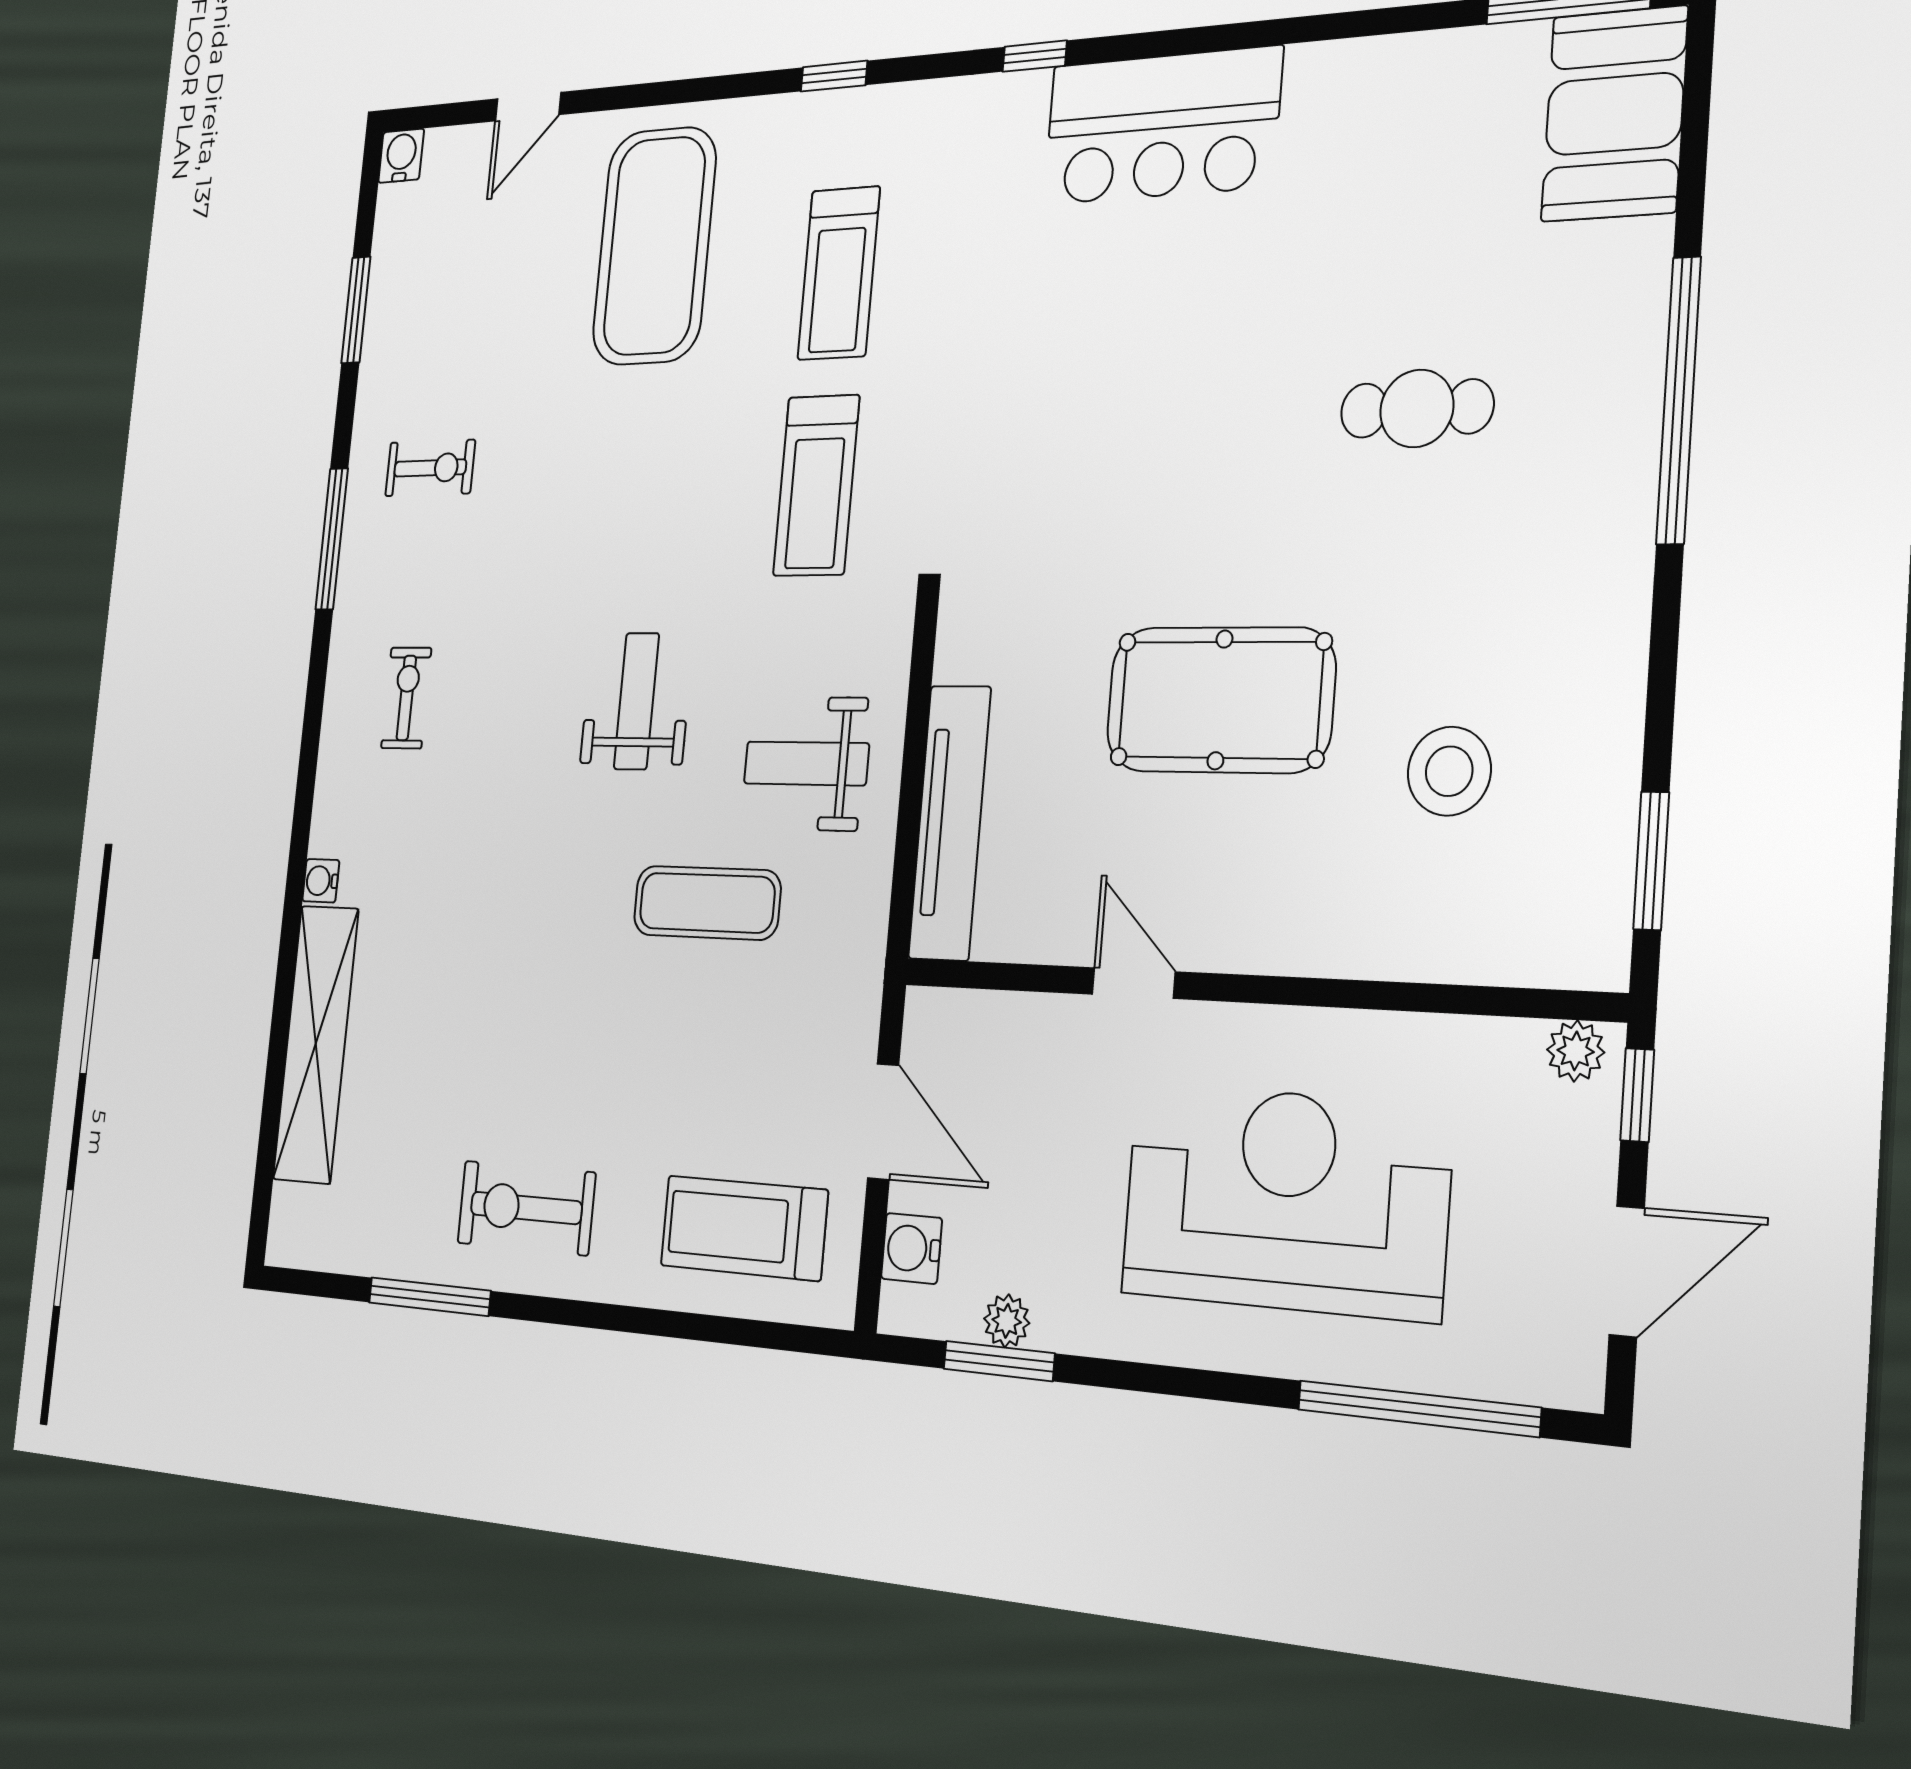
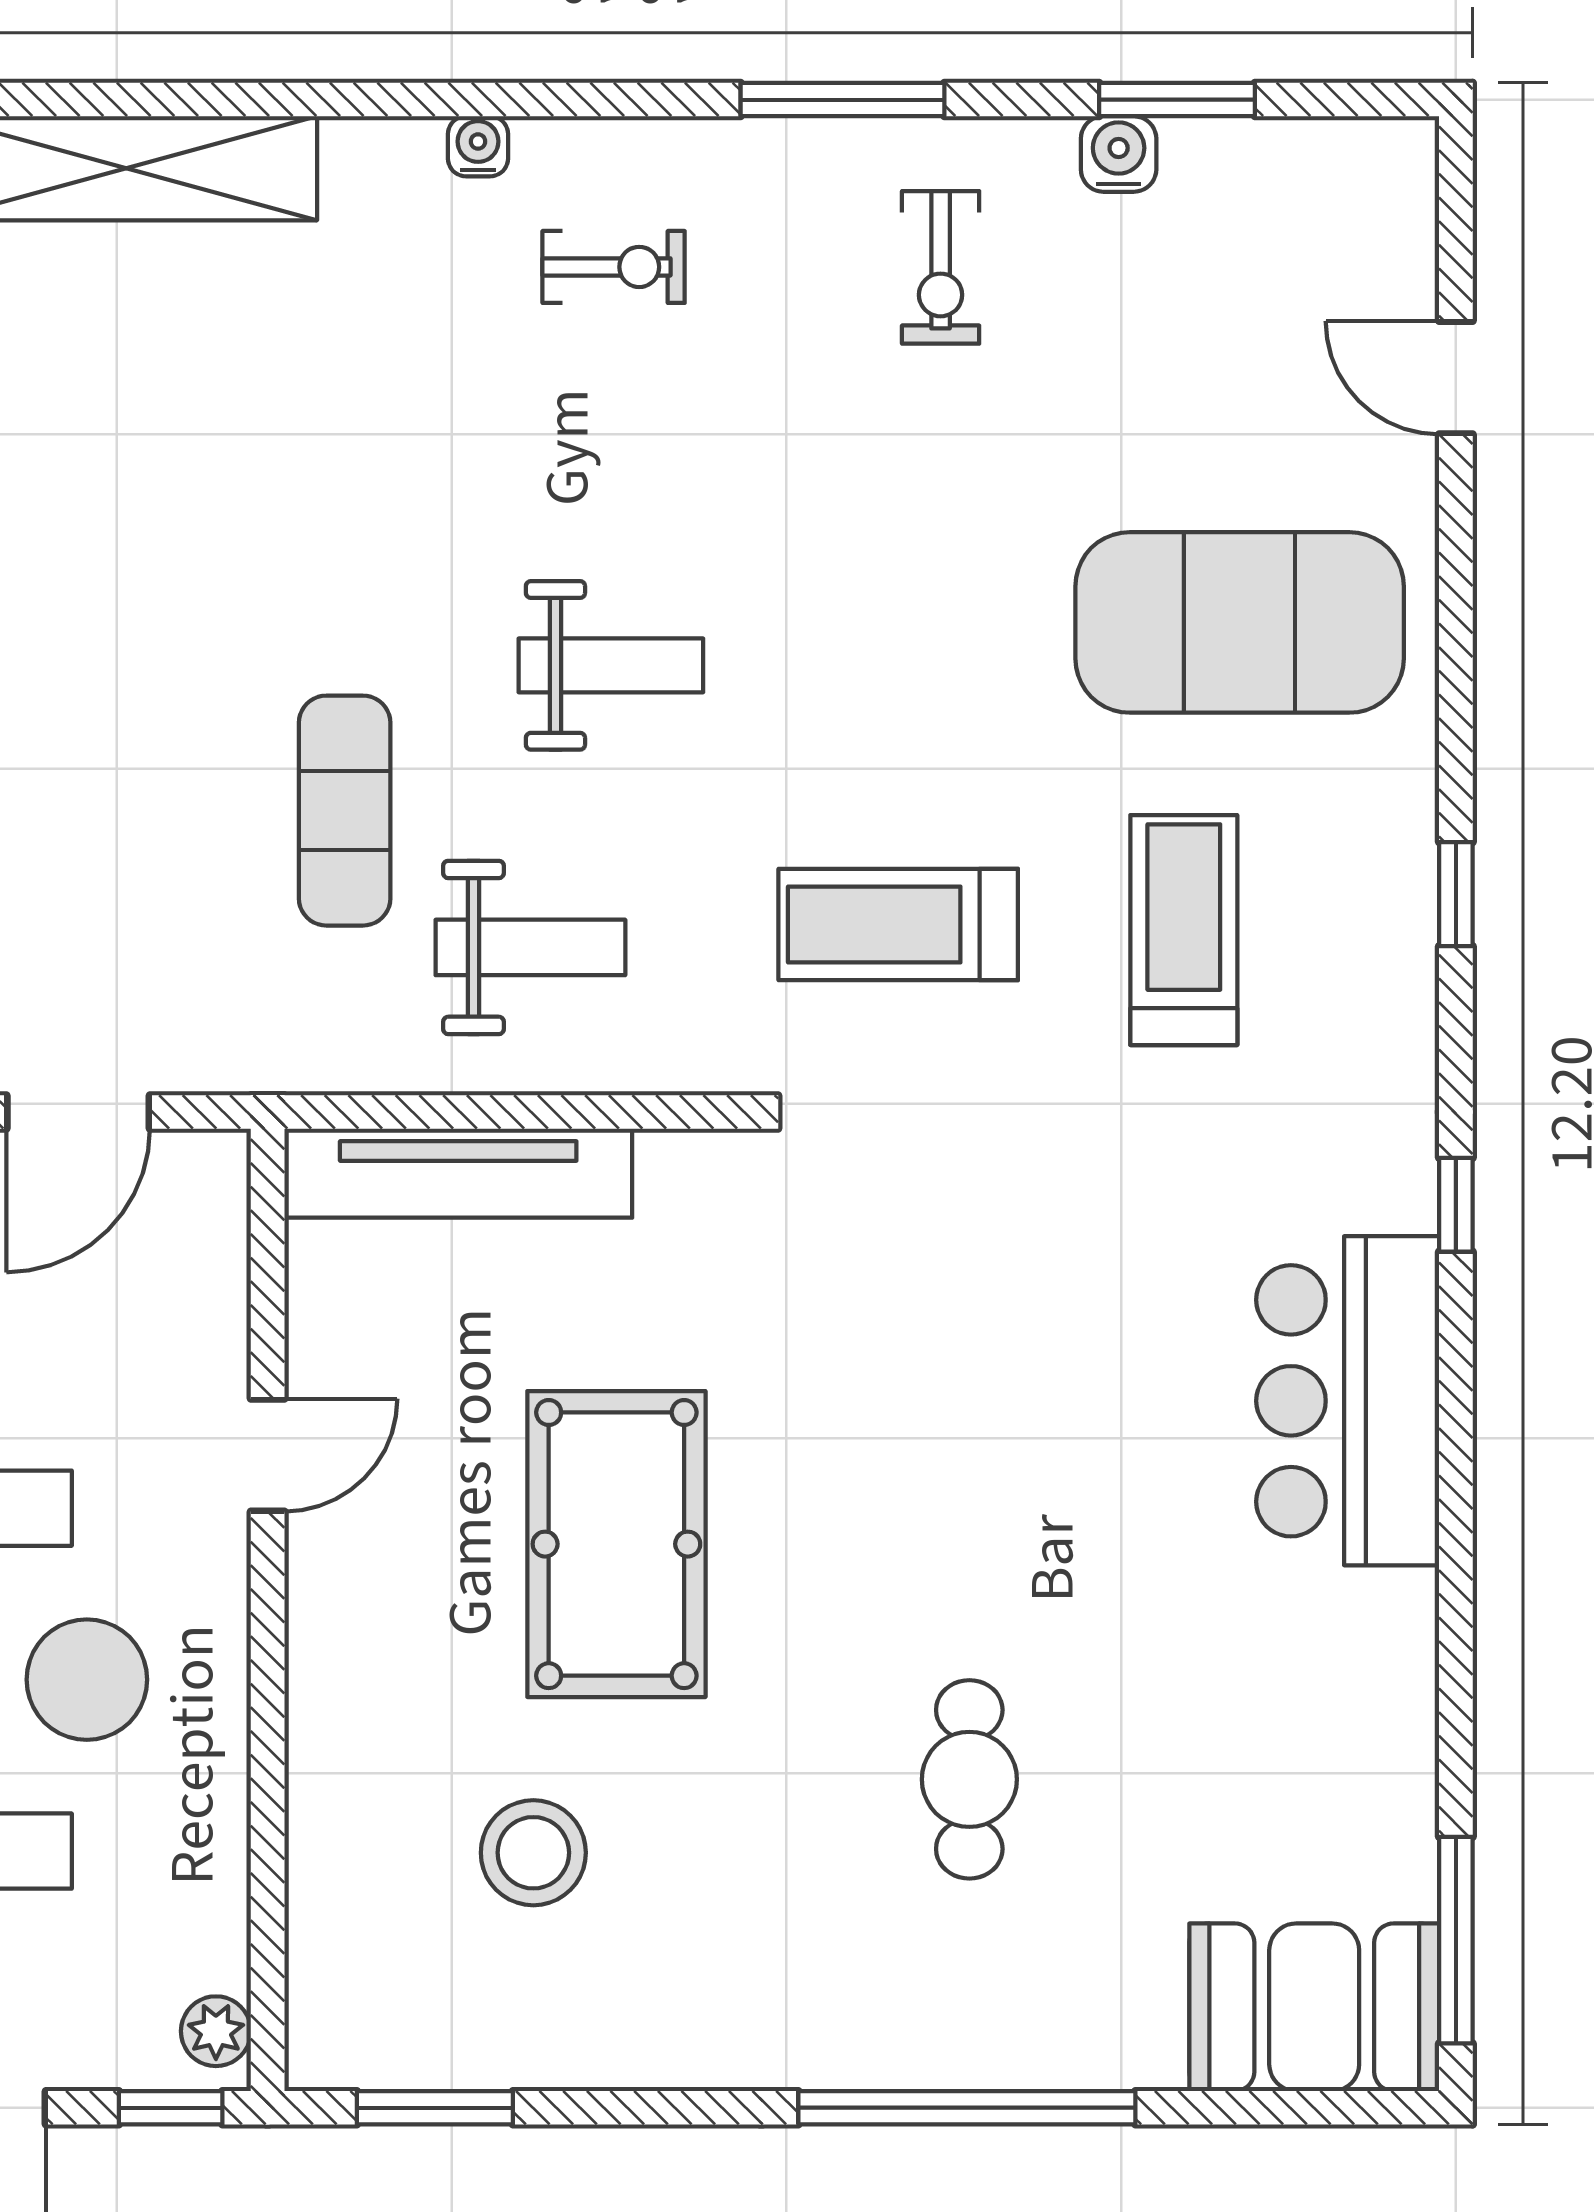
water cooler: (401, 156) -> (1119, 154), moved, turned -90
treadmill: (839, 273) -> (1184, 930), turned 90
weight bench: (806, 763) -> (530, 947), turned 90
water cooler: (321, 881) -> (478, 146), moved

